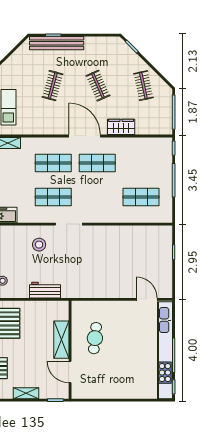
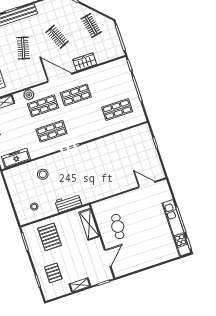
plant: (41, 144) -> (29, 95), added
stool: (39, 245) -> (43, 174), moved
shelving: (61, 340) -> (89, 224), moved
kitchen unit: (165, 350) -> (176, 228), width x0.73
door: (70, 372) -> (108, 258), swing flipped

